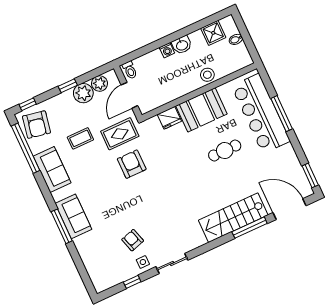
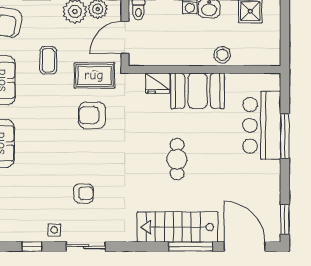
bidet: (236, 39) -> (272, 30), removed
bar counter: (261, 114) -> (262, 125), width x0.73
coffee table: (80, 138) -> (48, 60), turned 90
cafe table: (225, 151) -> (177, 159), moved, turned 90
armchair: (132, 164) -> (92, 115), turned -90
armchair: (133, 240) -> (84, 193), moved, turned 107

